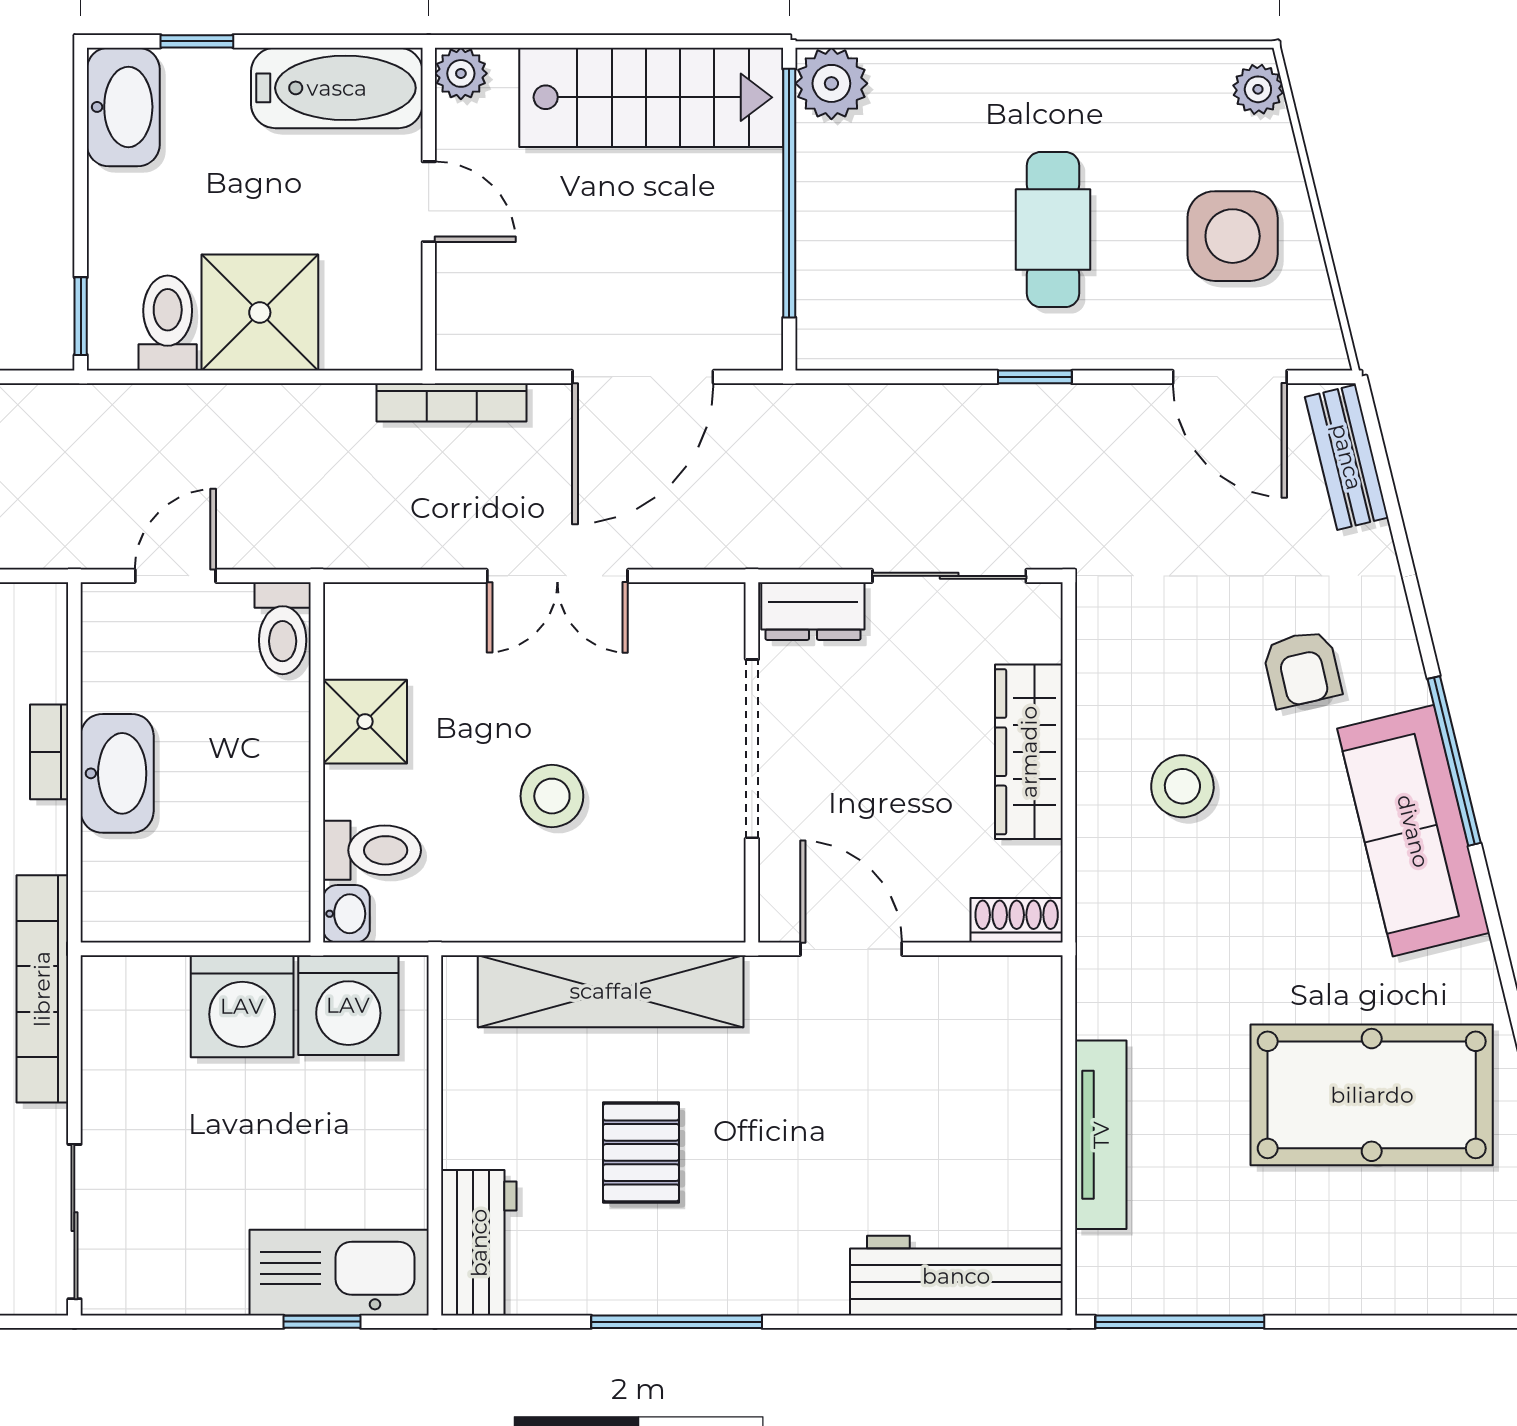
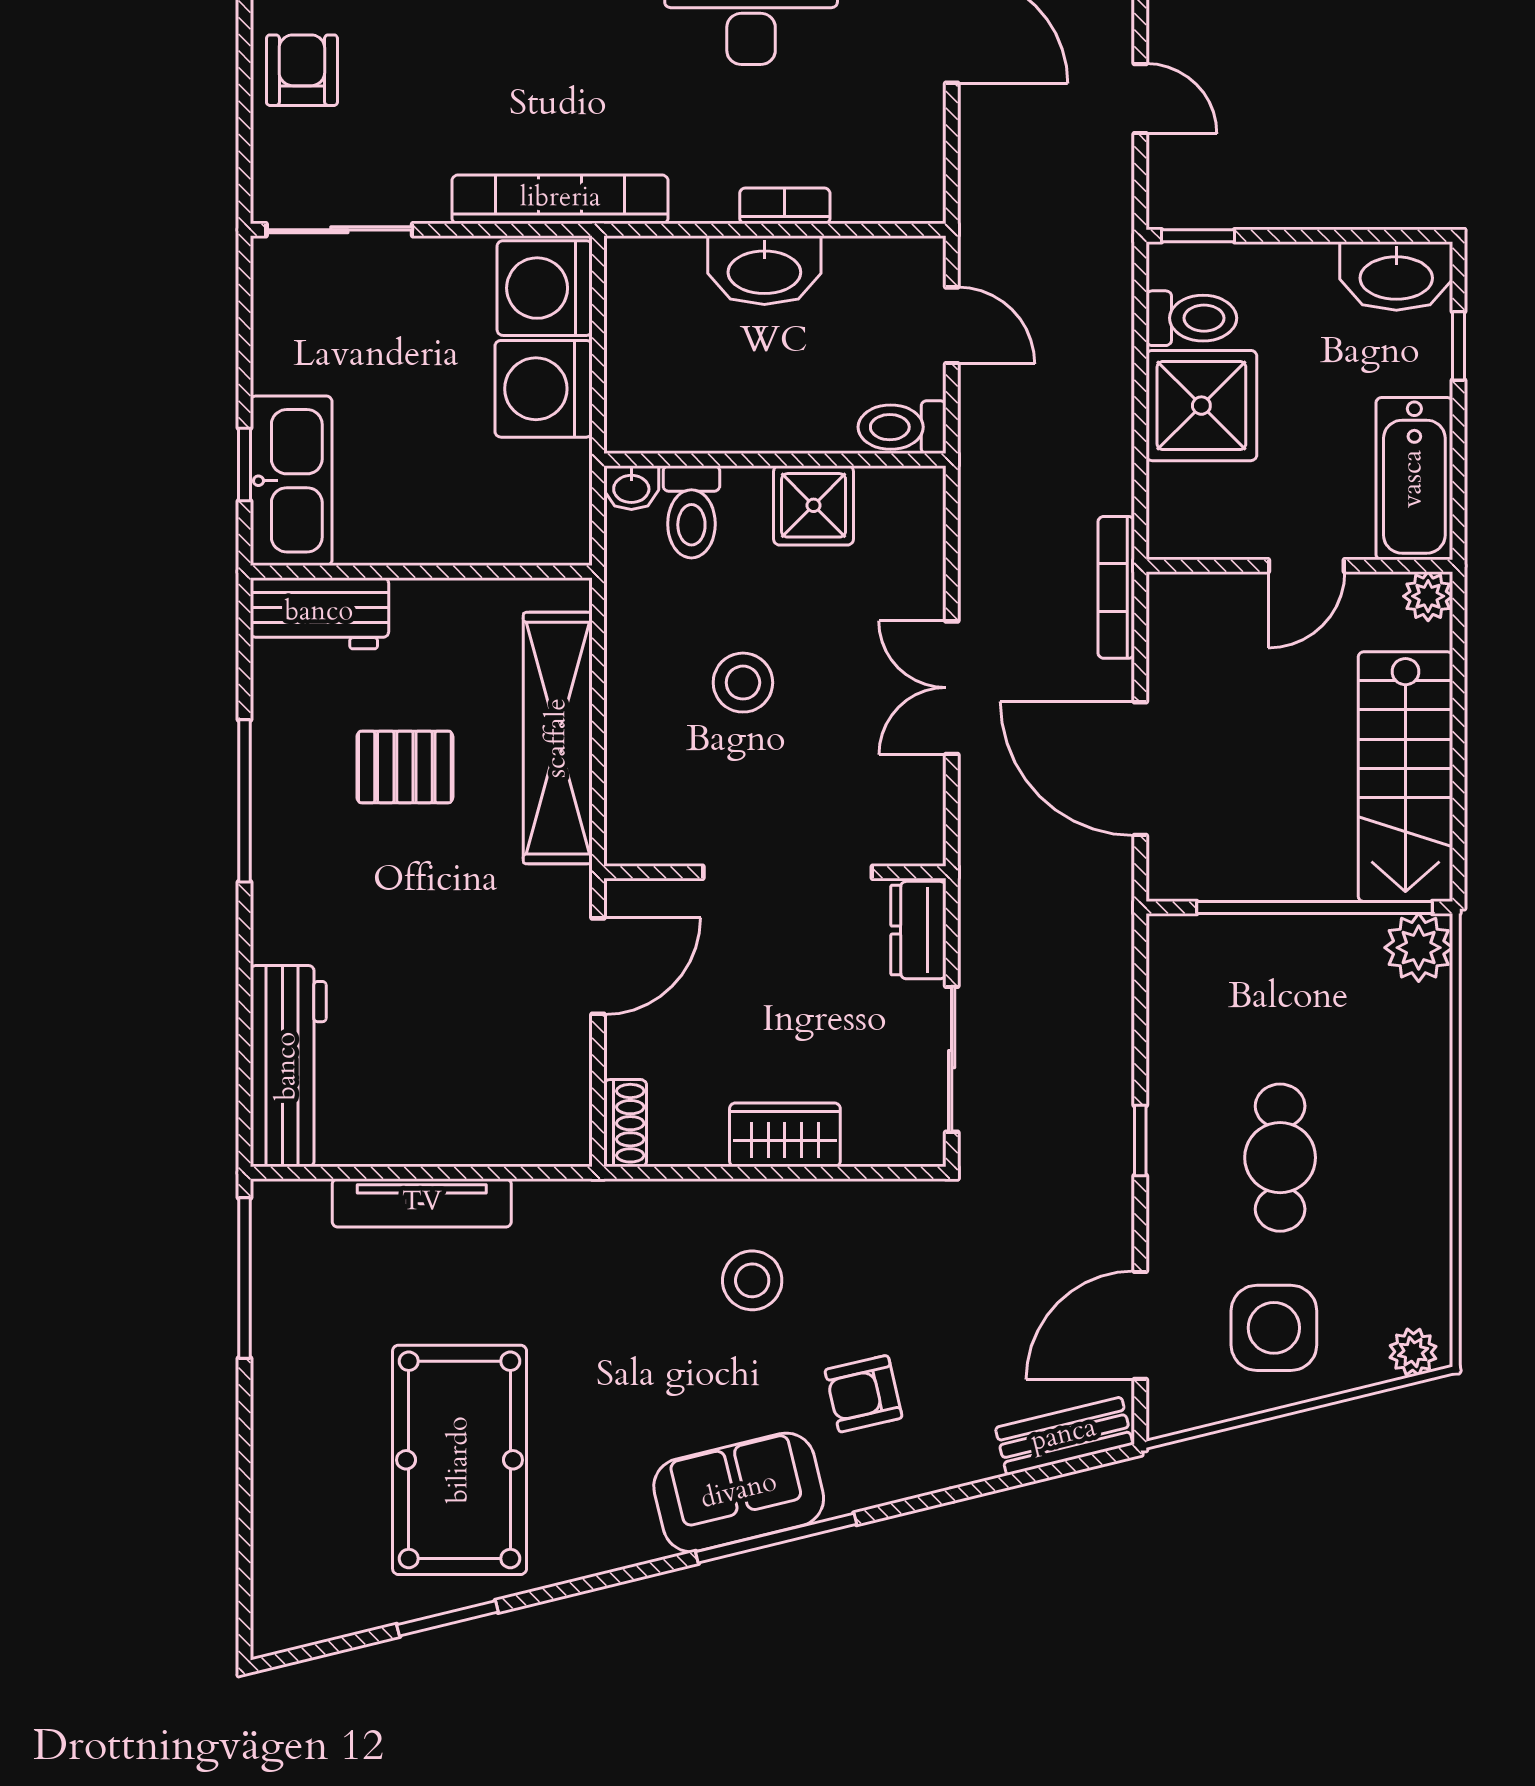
cafe table: (1053, 230) -> (1280, 1158), turned 90
wardrobe: (1029, 752) -> (785, 1135), width x0.67
sofa: (1413, 831) -> (739, 1492), width x0.73
washing machine: (348, 1005) -> (545, 288), moved

